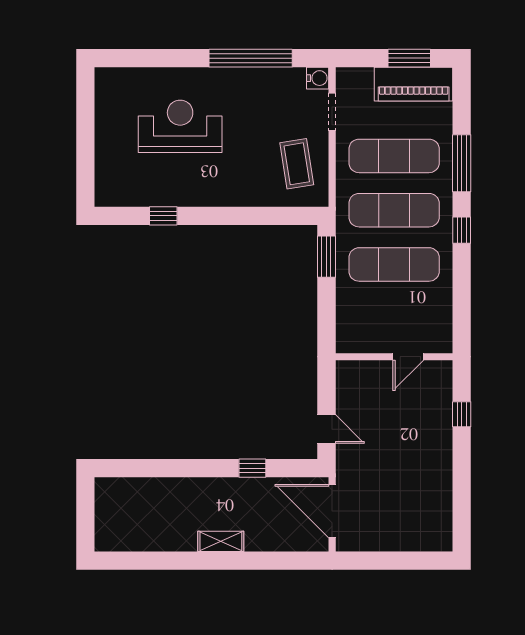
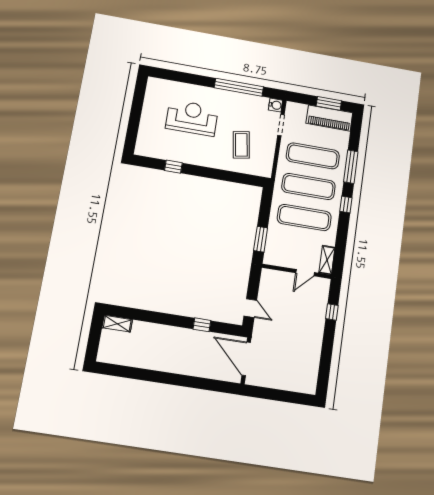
coffee table: (297, 164) -> (241, 145), moved
window: (326, 257) -> (261, 239), moved
shelving: (442, 330) -> (327, 260), added
shelving: (221, 541) -> (117, 324), moved

